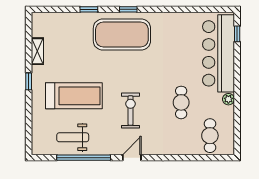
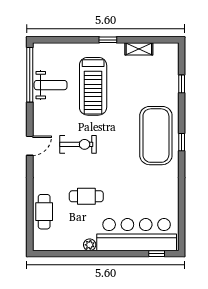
window: (89, 9) -> (182, 84), moved
cafe table: (210, 136) -> (44, 212), moved, turned 90
weight bench: (73, 137) -> (51, 85), turned 90
window: (84, 158) -> (30, 75), moved
door: (132, 158) -> (30, 146), hinge flipped

